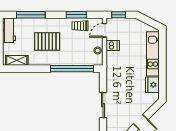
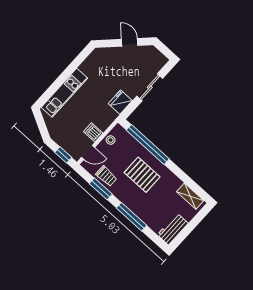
window: (31, 15) -> (131, 217), moved
pallet: (47, 41) -> (142, 175), moved
fridge: (152, 85) -> (120, 102), moved, turned 180

